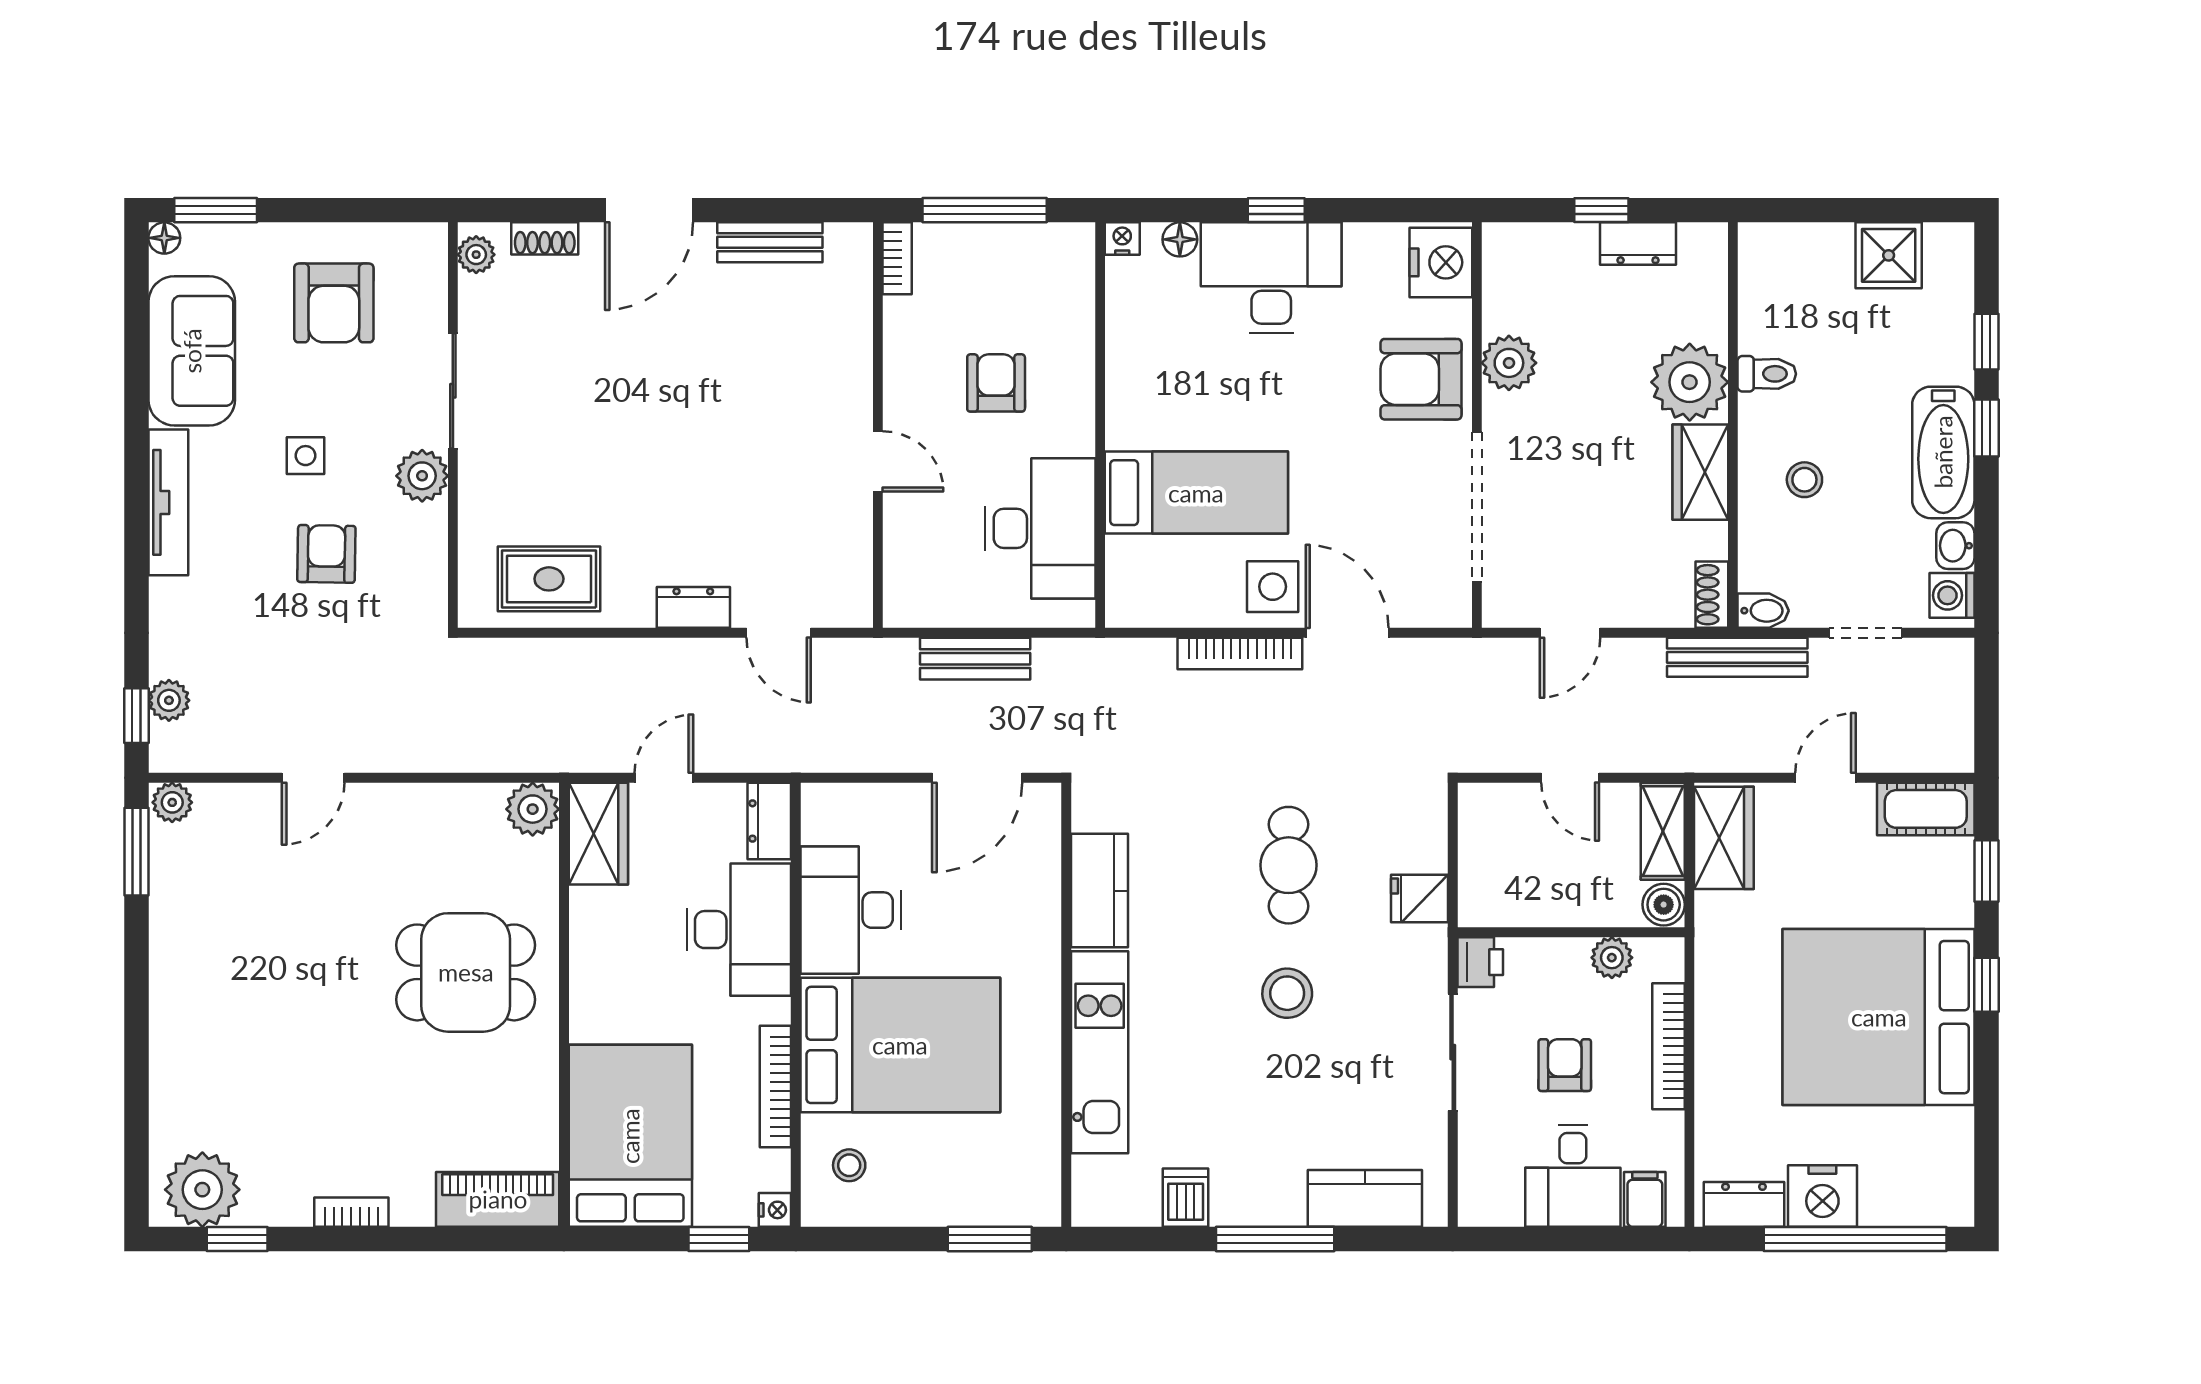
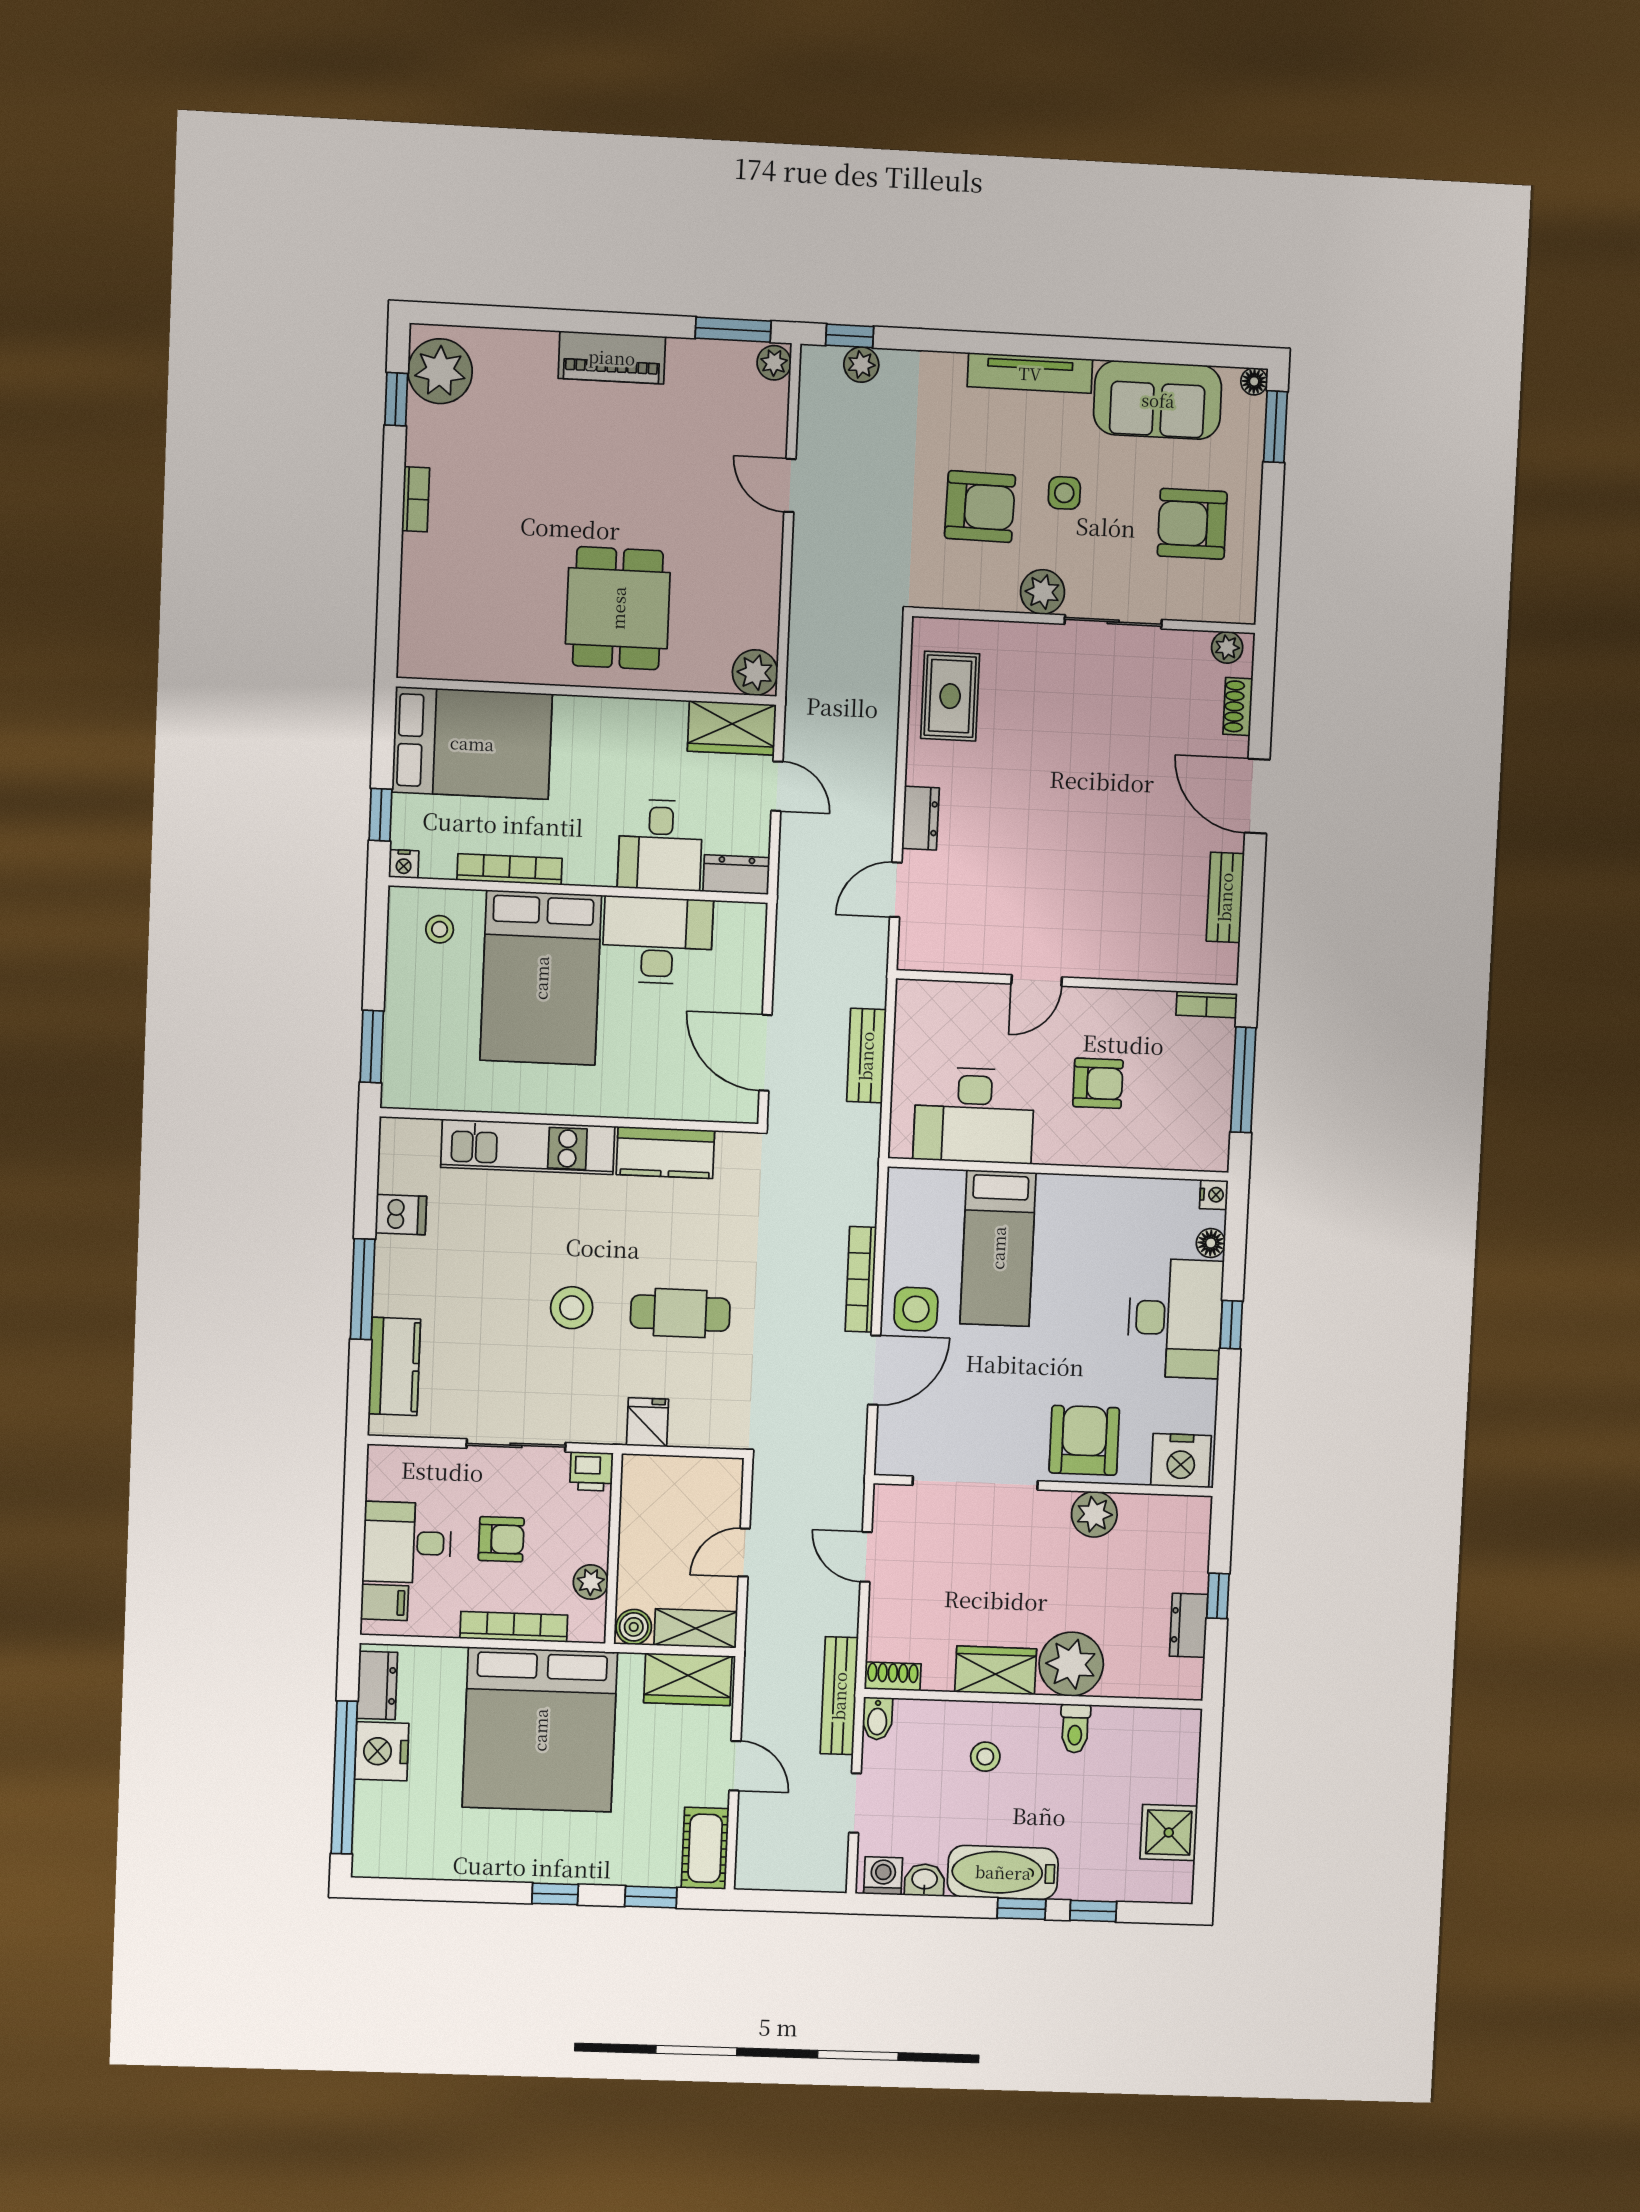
armchair: (326, 554) -> (980, 507), width x1.38, depth x1.38
desk: (739, 930) -> (660, 845), width x0.73
bed: (1879, 1017) -> (540, 1730), moved, turned 180
piano: (498, 1199) -> (612, 357), moved, turned 90

